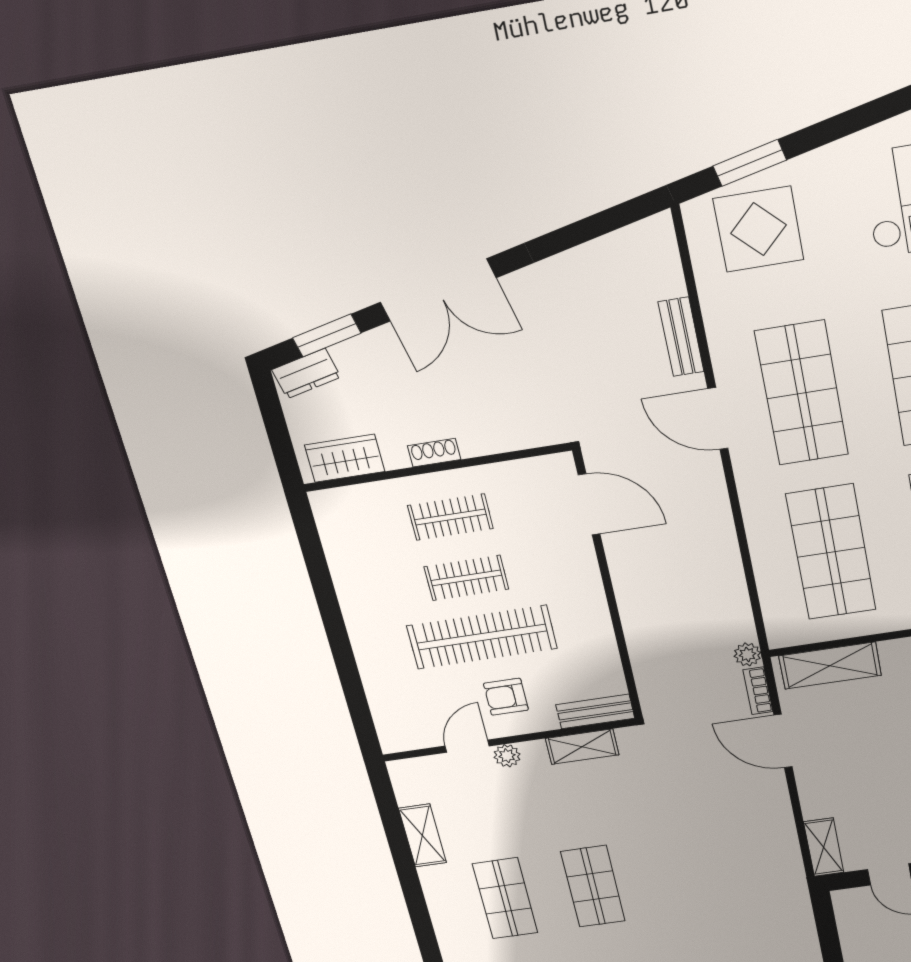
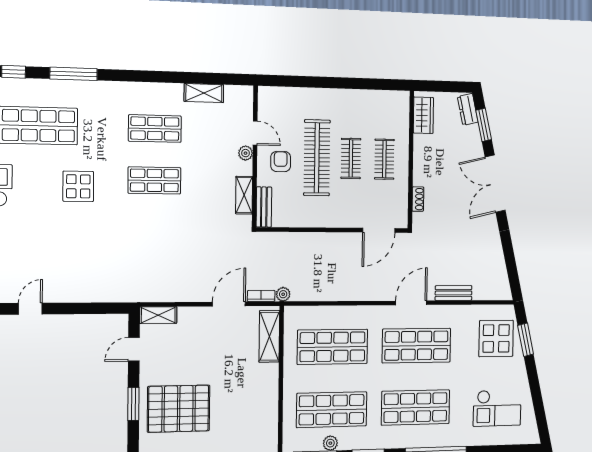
shoe rack: (434, 453) -> (418, 199), moved

